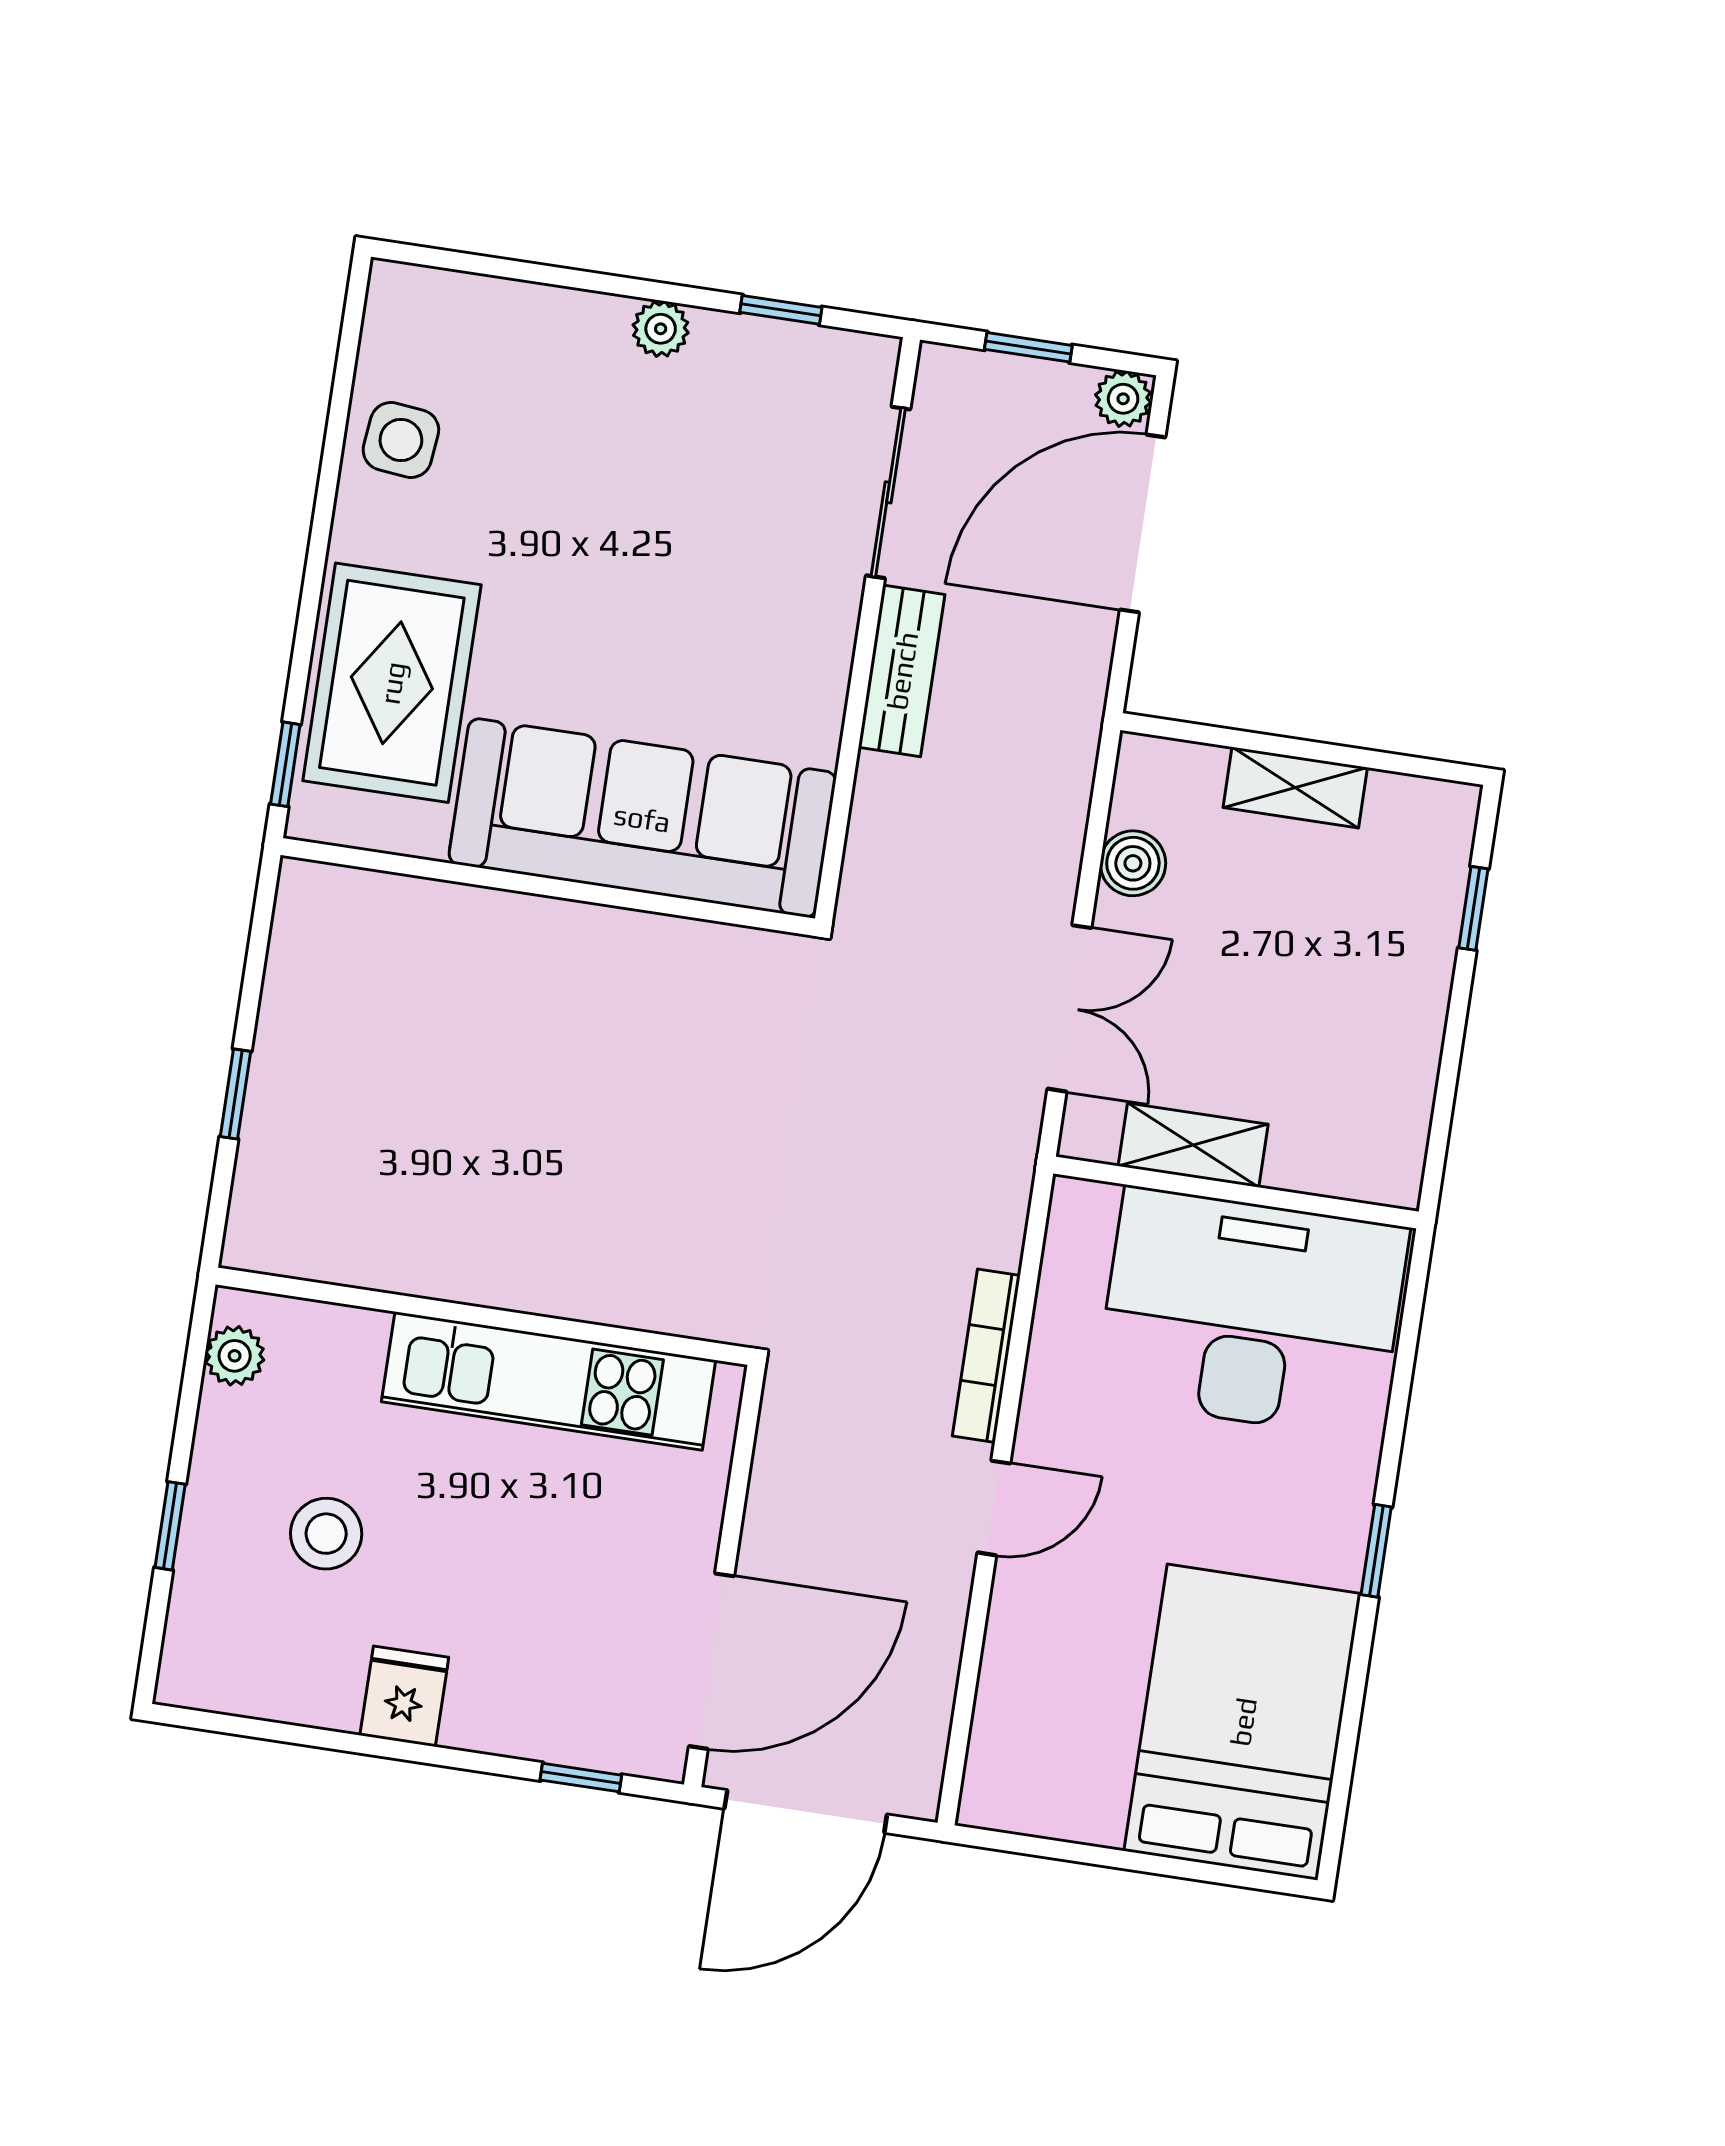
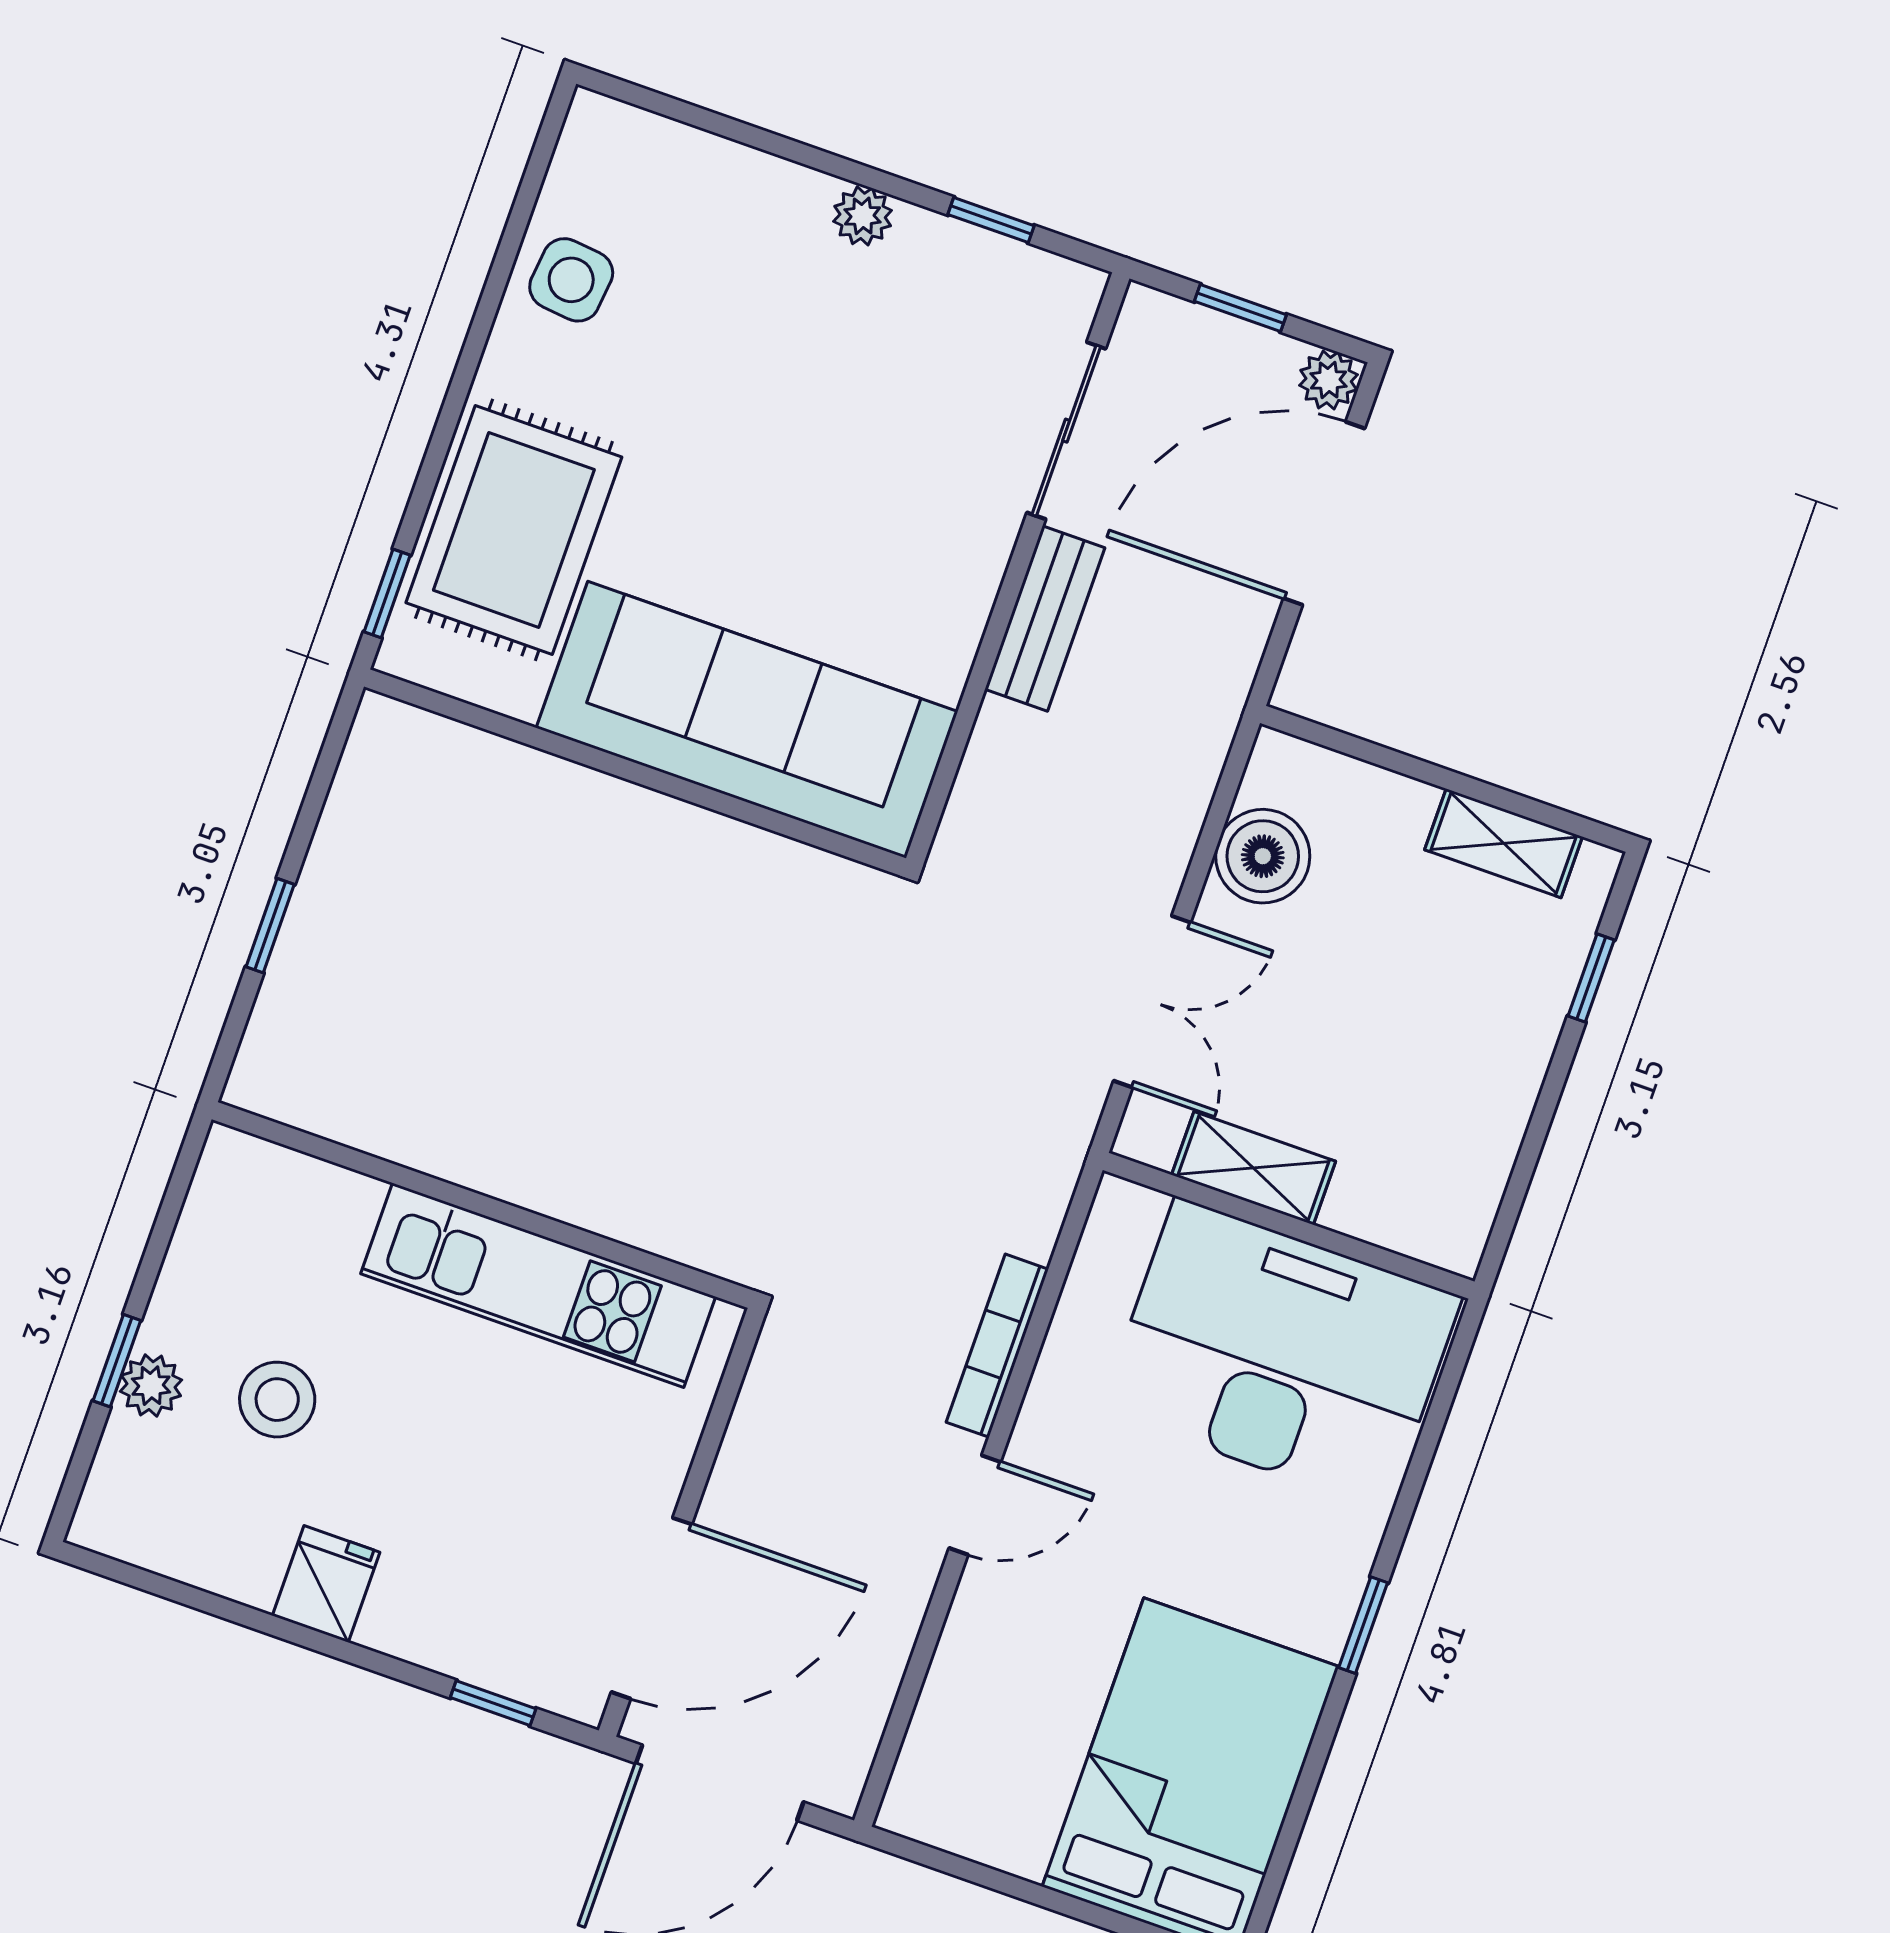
shelving: (1295, 788) -> (1504, 843), moved
boiler: (1133, 863) -> (1263, 856), width x1.36, depth x1.36
plant: (235, 1356) -> (151, 1386), moved

